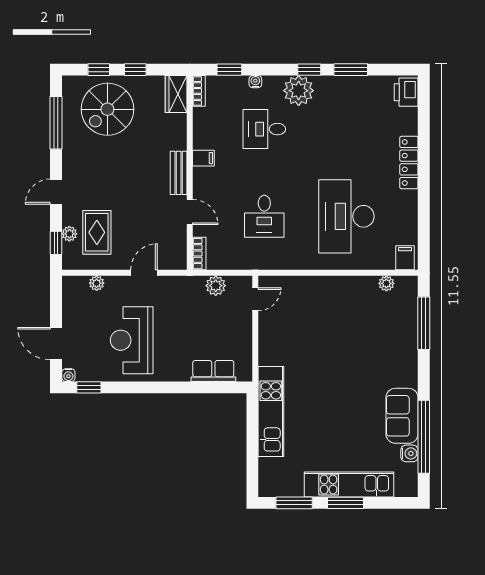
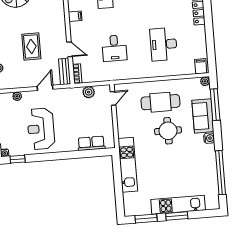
bench: (179, 173) -> (65, 71), moved
desk: (346, 216) -> (164, 44), width x0.73, depth x0.77
rug: (97, 232) -> (31, 46), moved
plant: (386, 283) -> (205, 81), moved
cafe table: (334, 312) -> (160, 102), added
round table: (342, 360) -> (168, 131), added
sofa: (402, 416) -> (203, 116), moved
water cooler: (409, 453) -> (209, 138), moved

